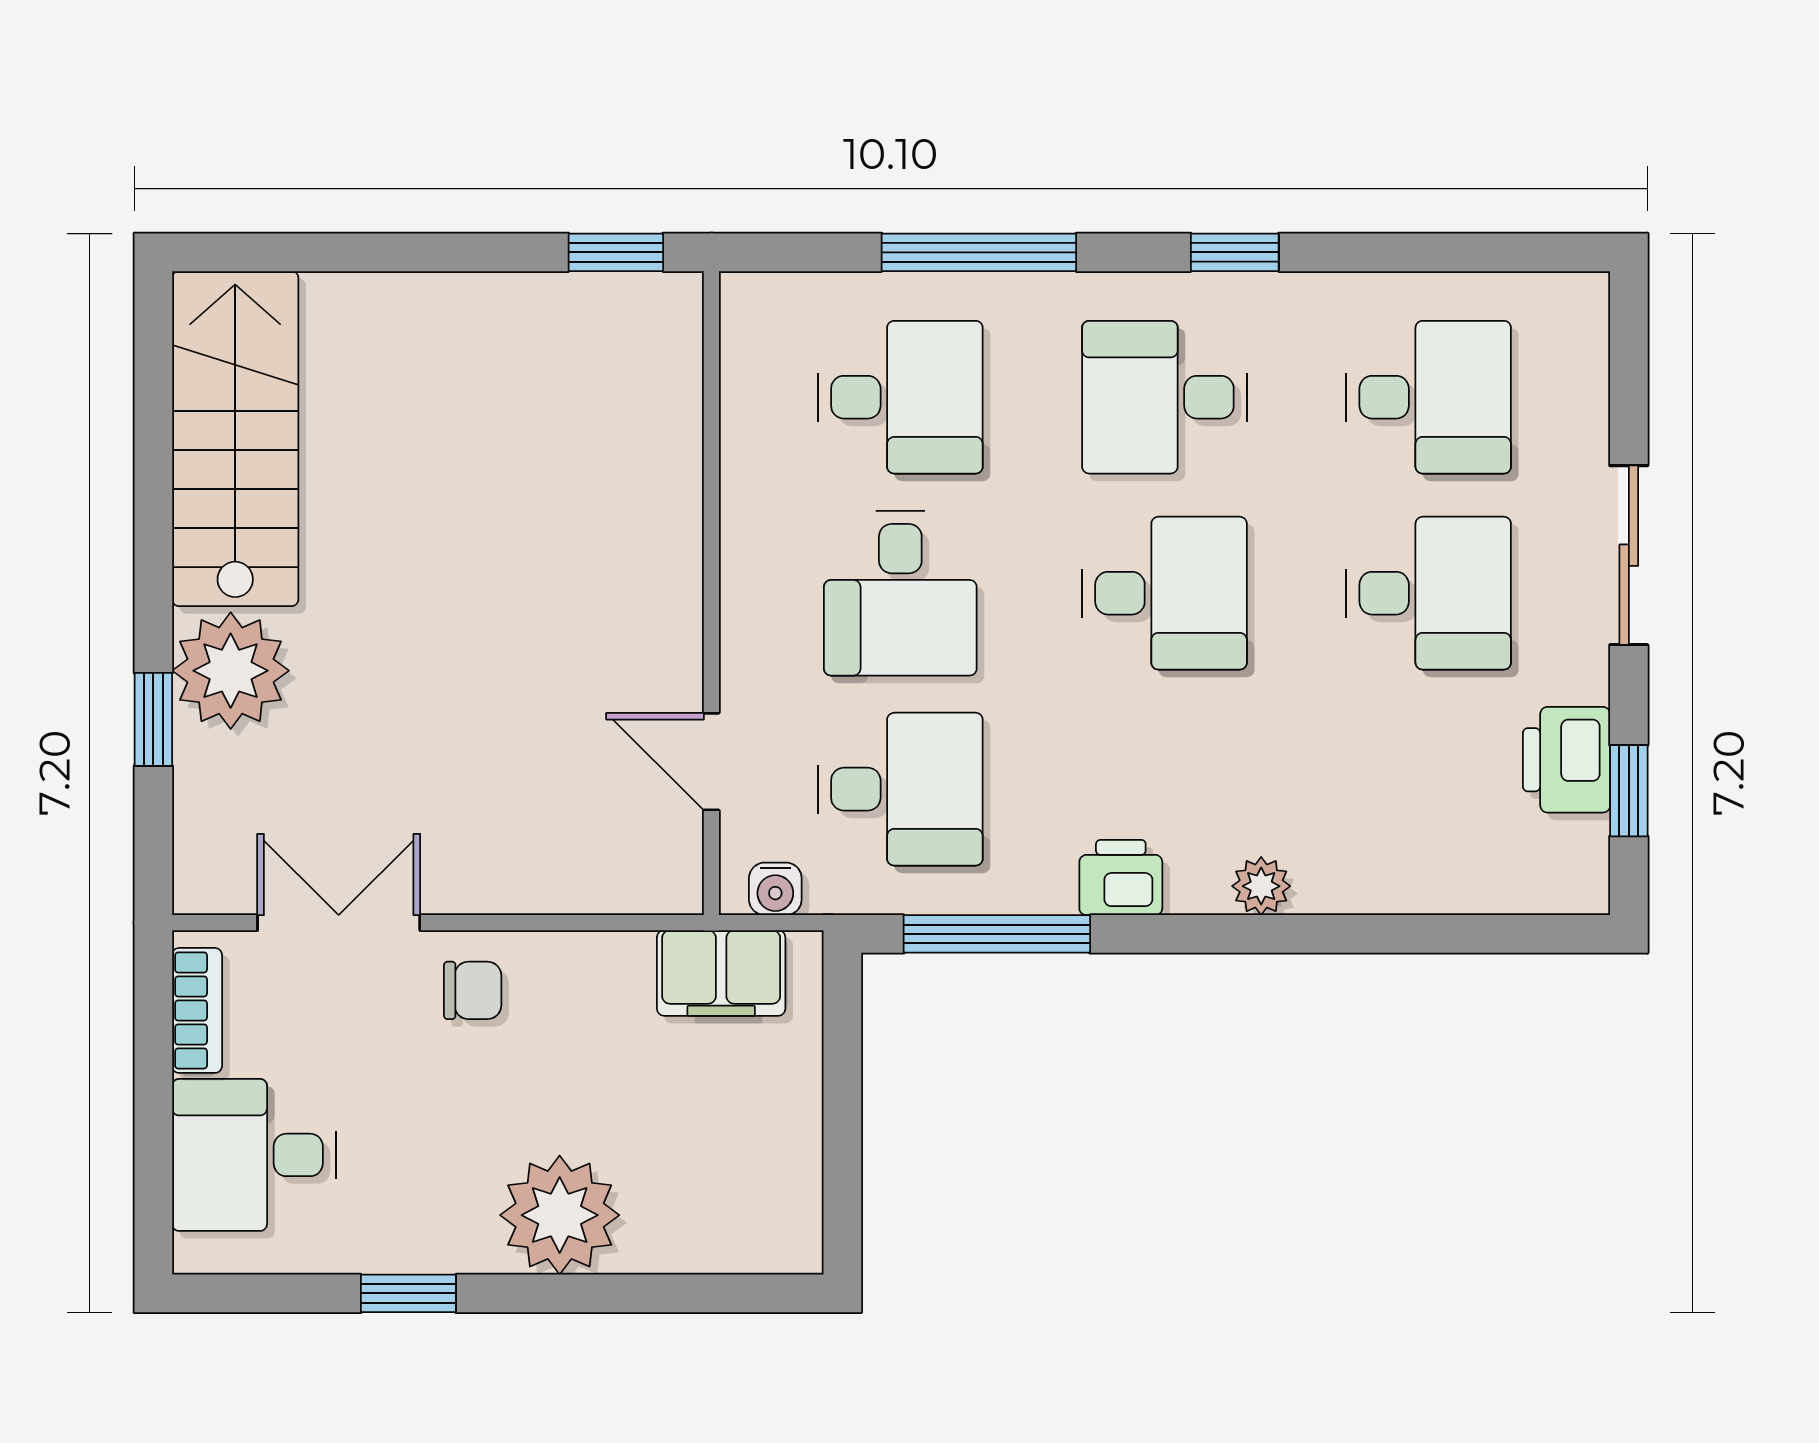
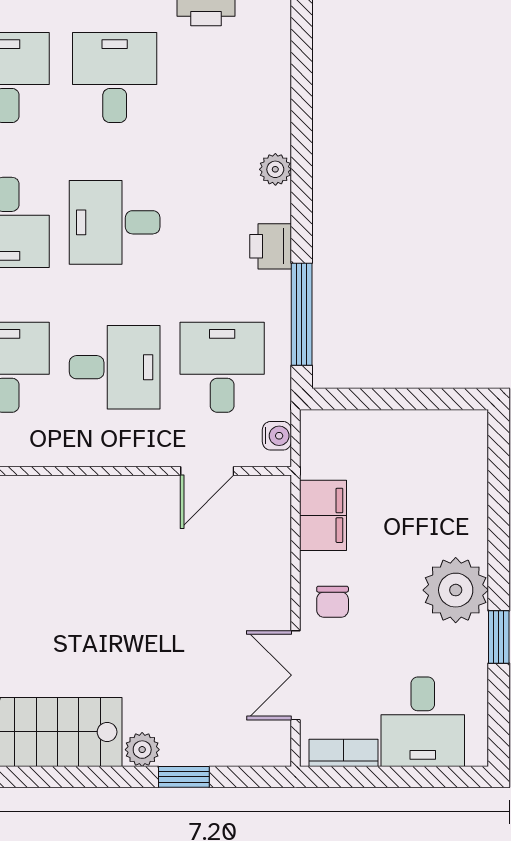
desk: (1164, 593) -> (115, 222), turned -90
plant: (231, 671) -> (142, 750), width x0.53, depth x0.53
filing cabinet: (721, 973) -> (323, 515), moved
chair: (473, 990) -> (333, 602), turned 180
plant: (560, 1215) -> (456, 590), moved

